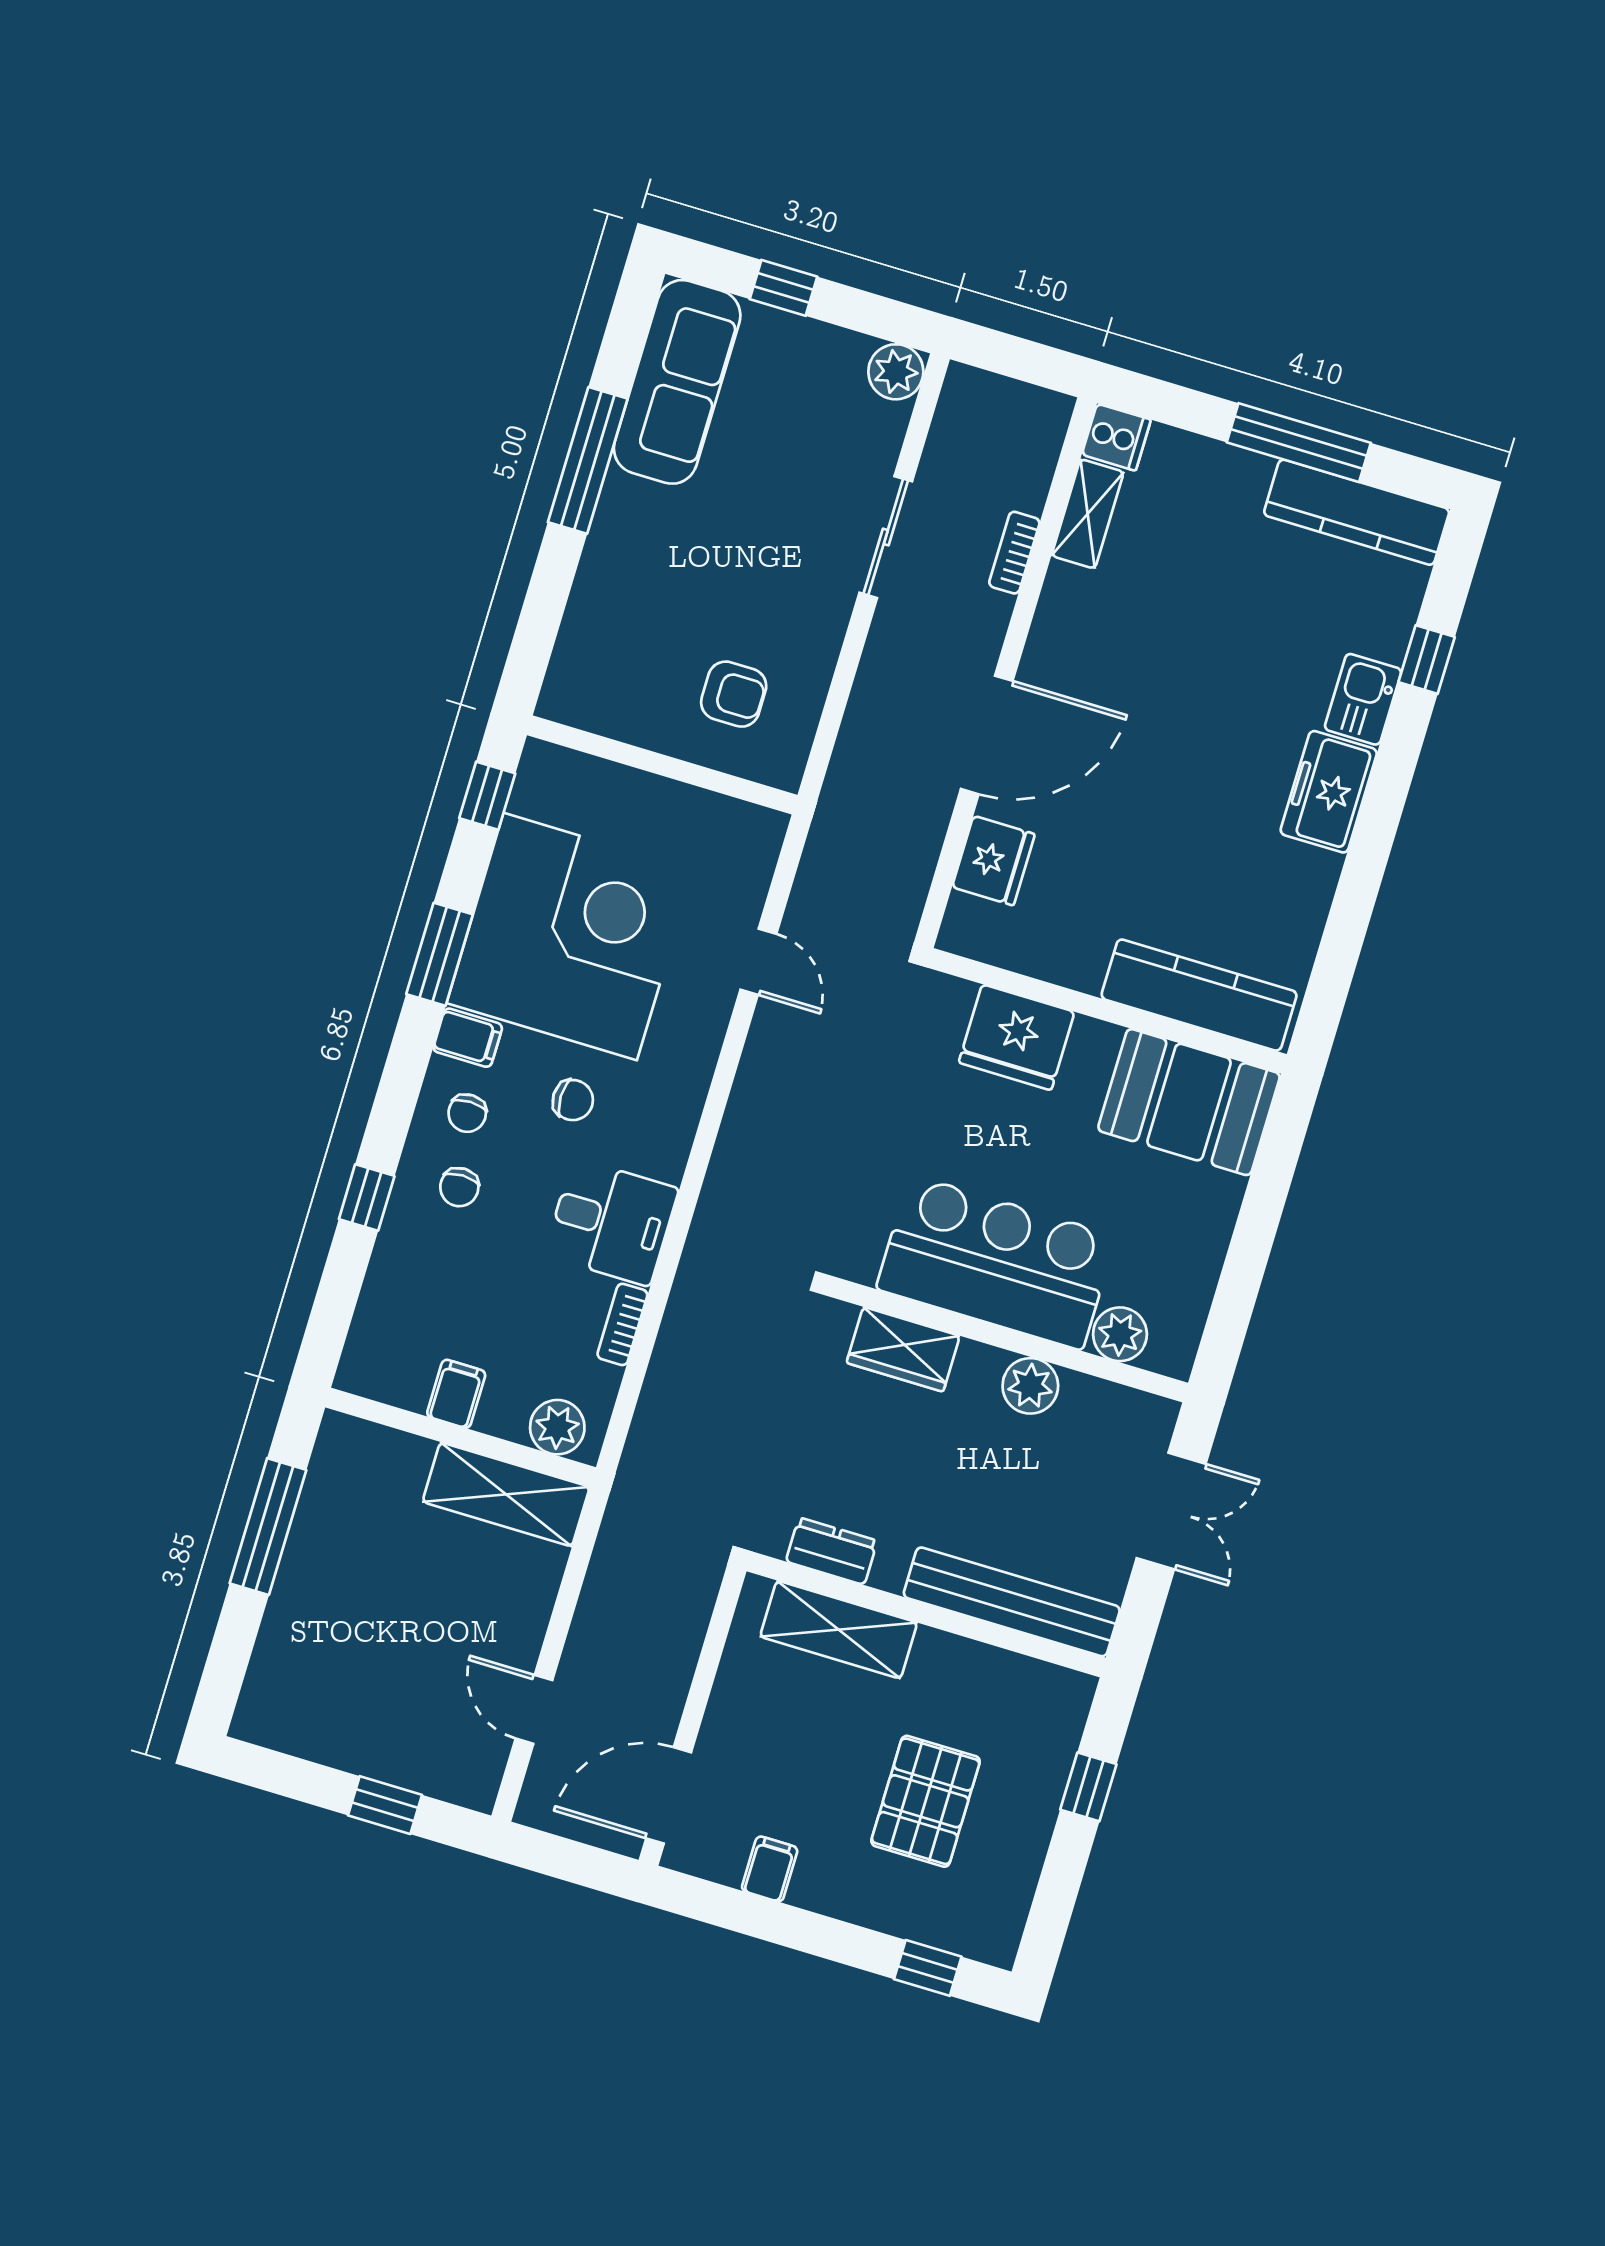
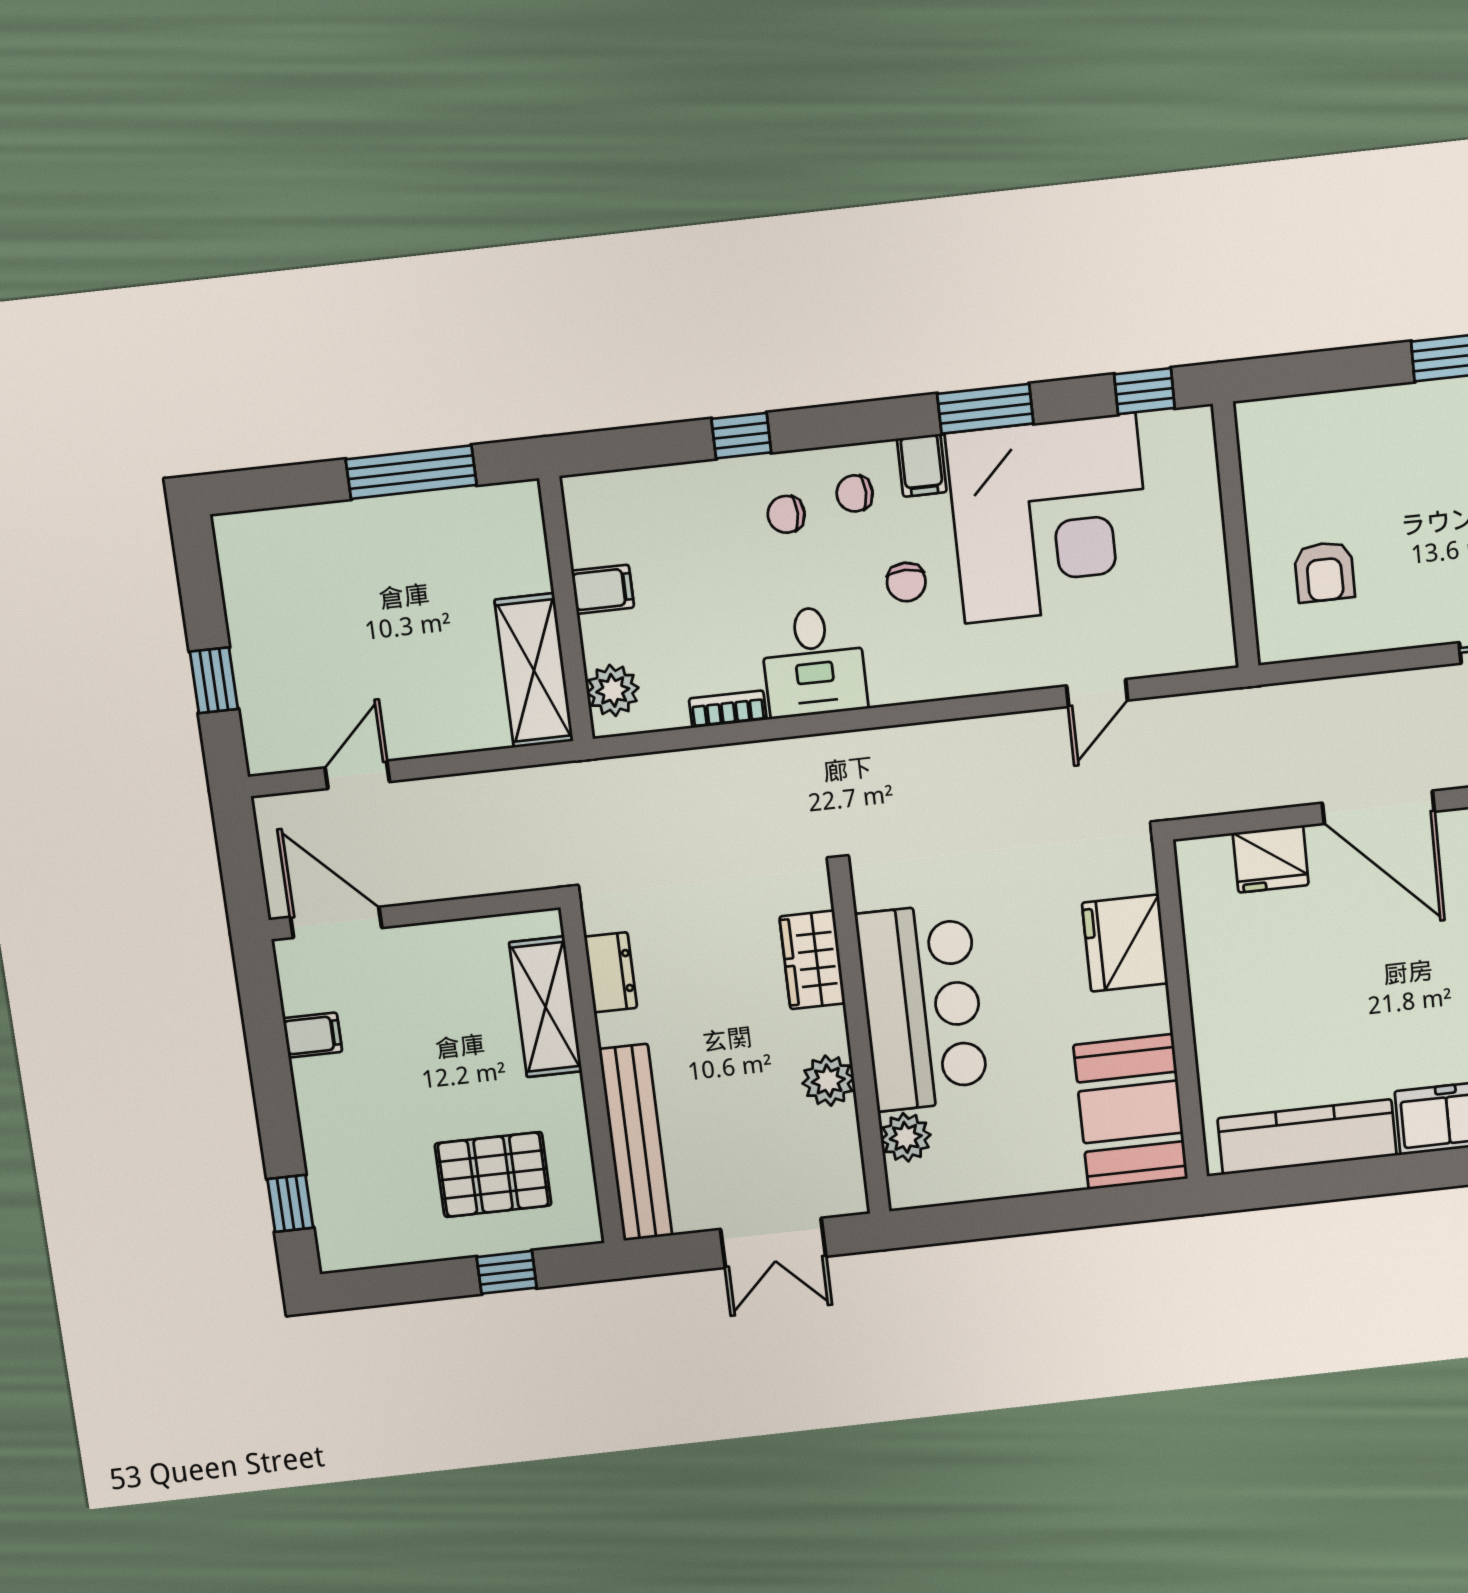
kitchen counter: (1199, 995) -> (1307, 1137), moved, turned -90
pallet: (926, 1801) -> (493, 1175), moved

